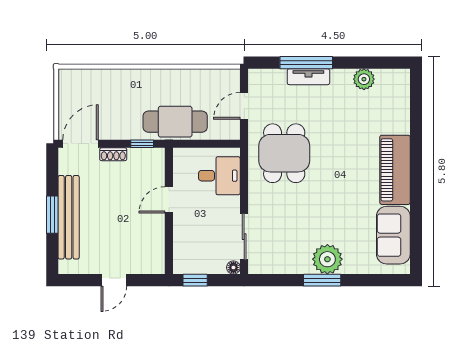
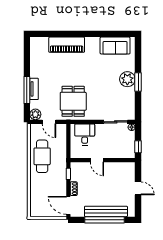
plant: (364, 79) -> (35, 114), moved
cafe table: (175, 122) -> (42, 156), moved
dining table: (284, 153) -> (73, 101), turned 90
piano: (395, 170) -> (67, 45), moved
window: (52, 215) -> (105, 220), width x2.11

